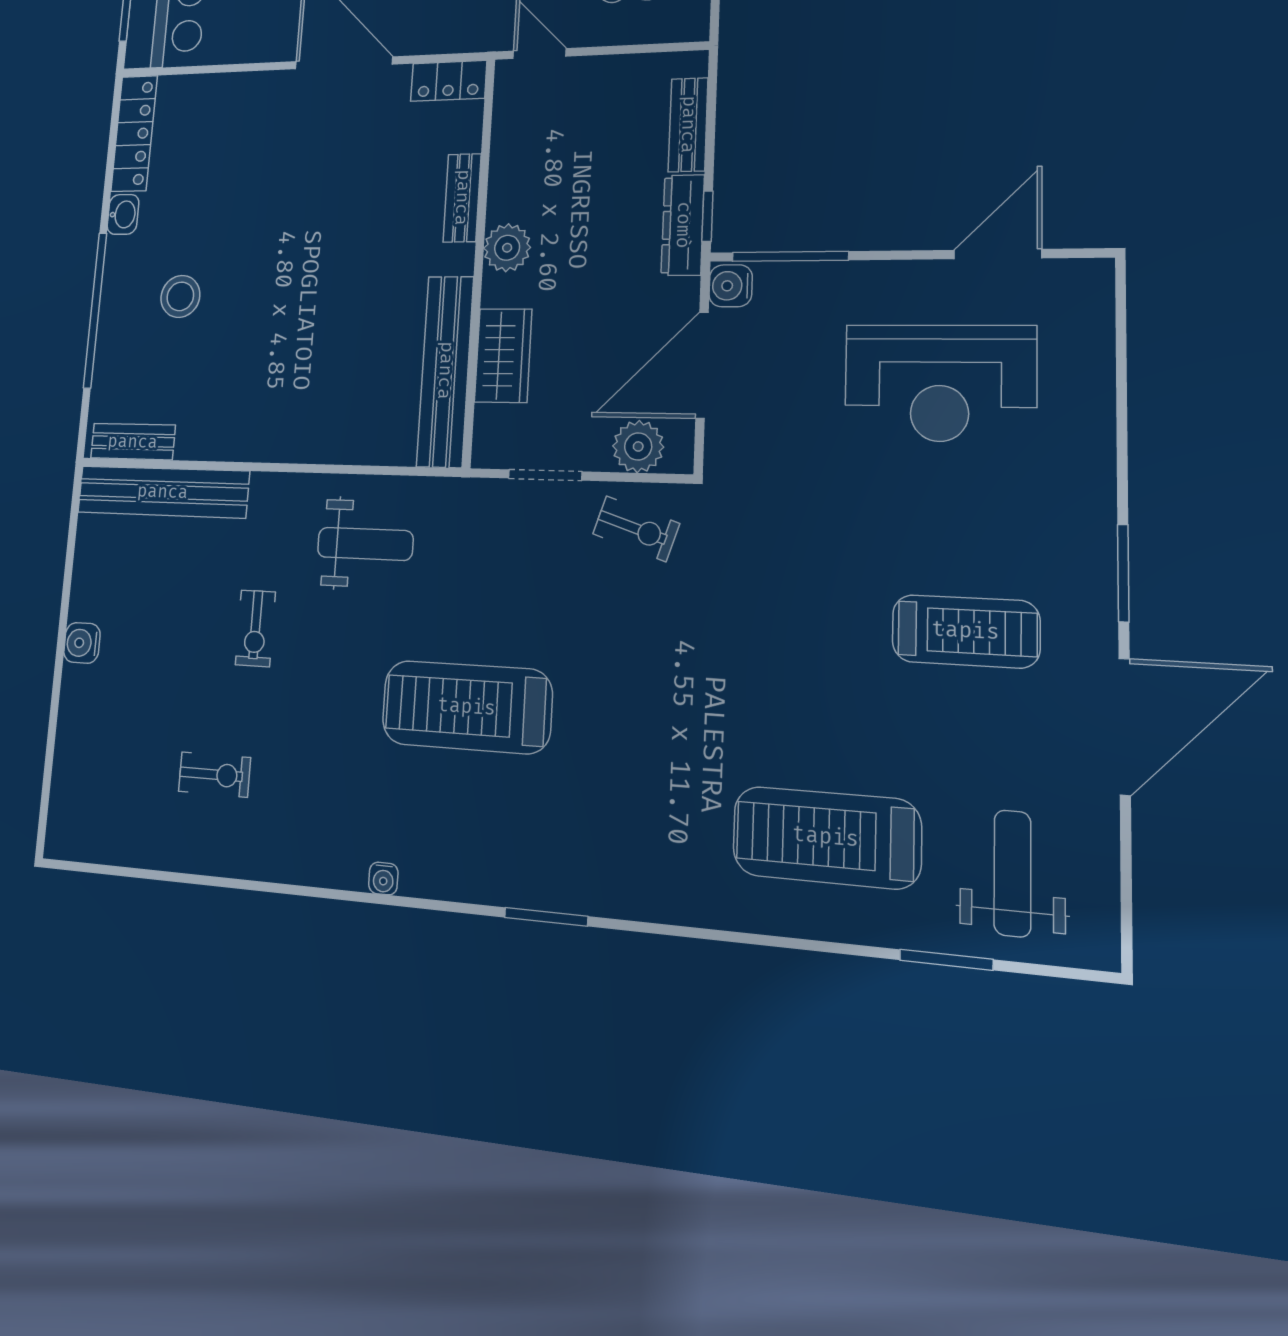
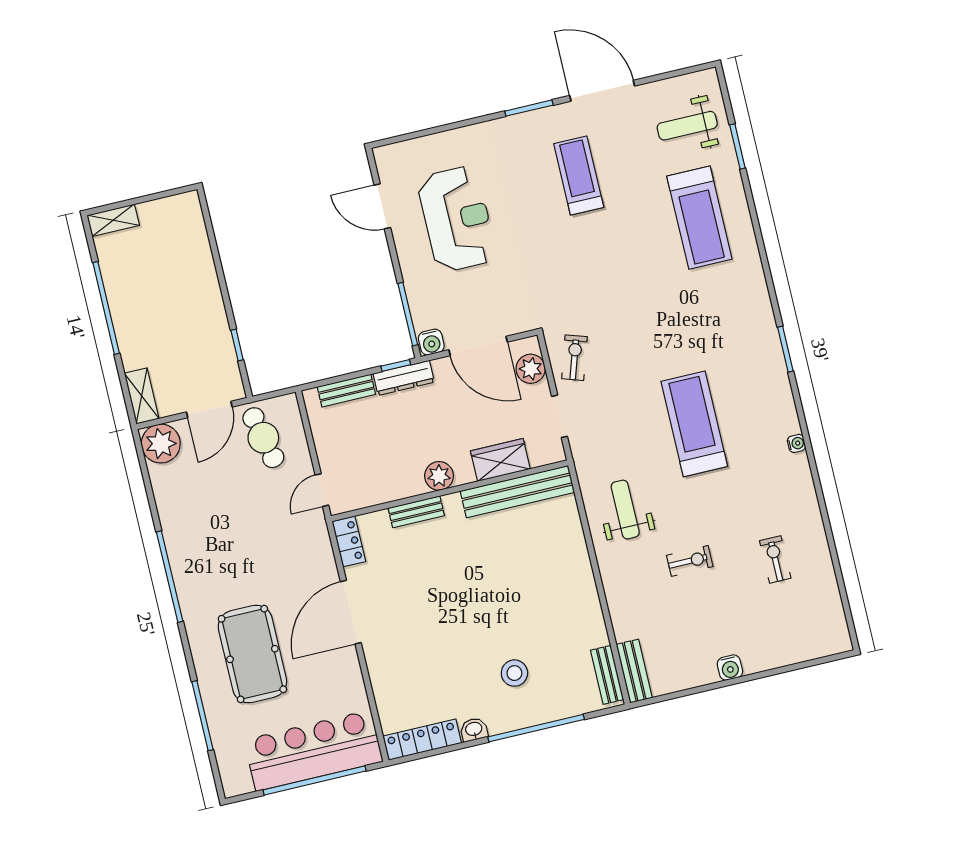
bench: (163, 492) -> (634, 671), width x0.54, depth x0.82
treadmill: (467, 707) -> (694, 424), turned 180

